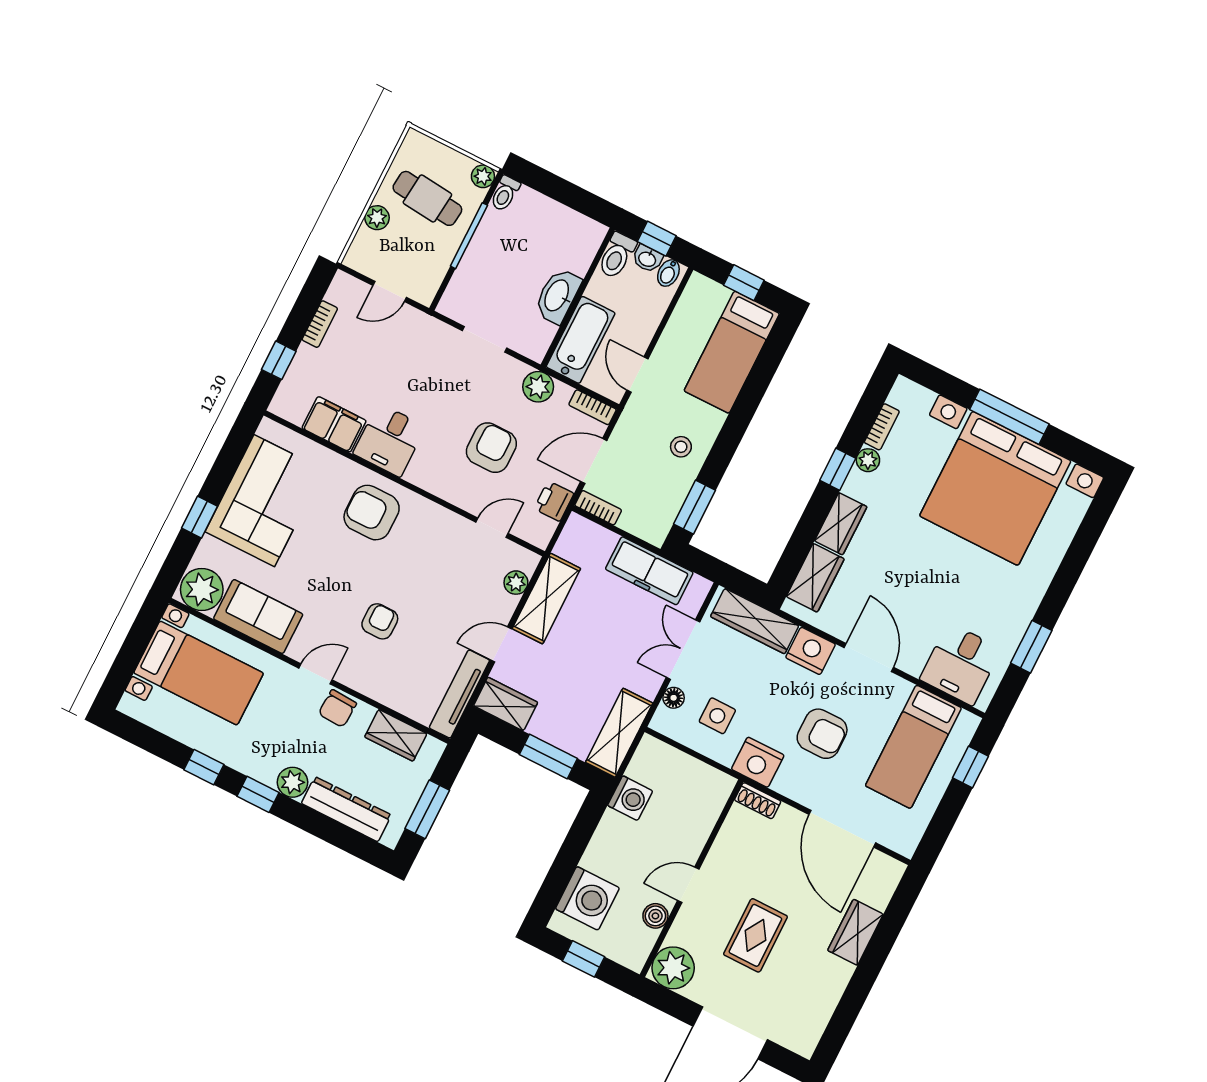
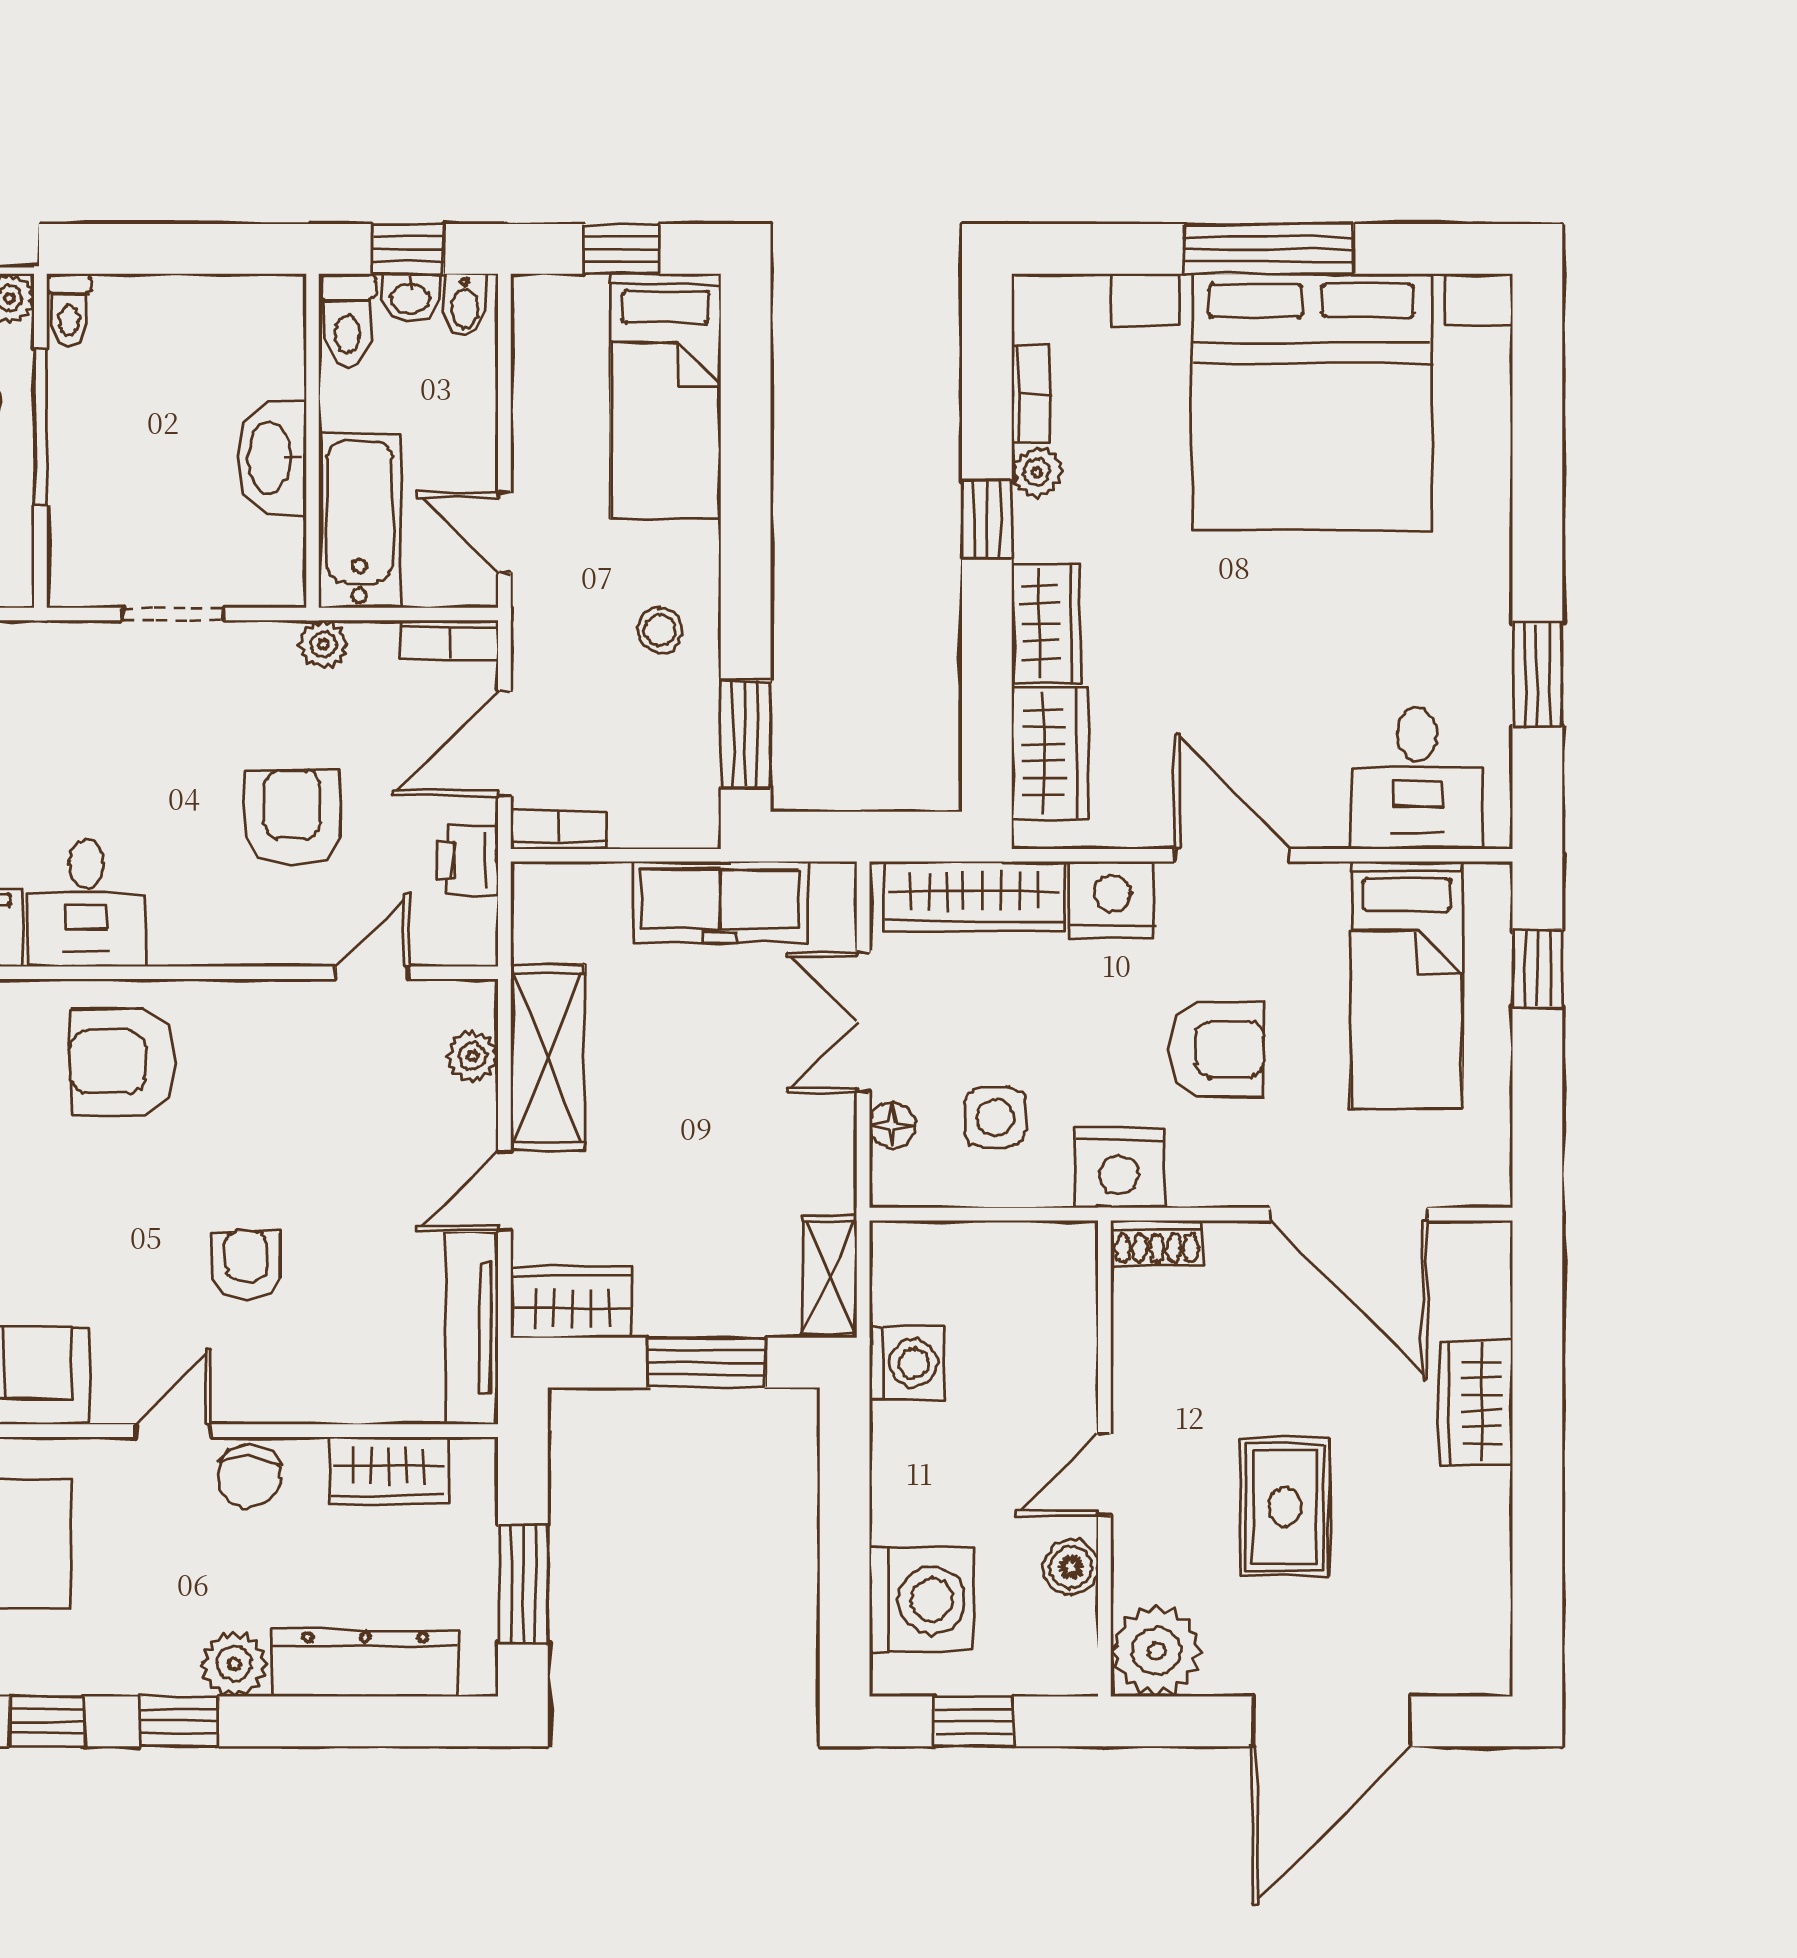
plant: (538, 387) -> (323, 644), width x0.73, depth x0.73
shelving: (619, 733) -> (830, 1277), width x0.67, depth x0.75

